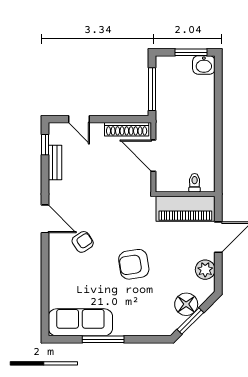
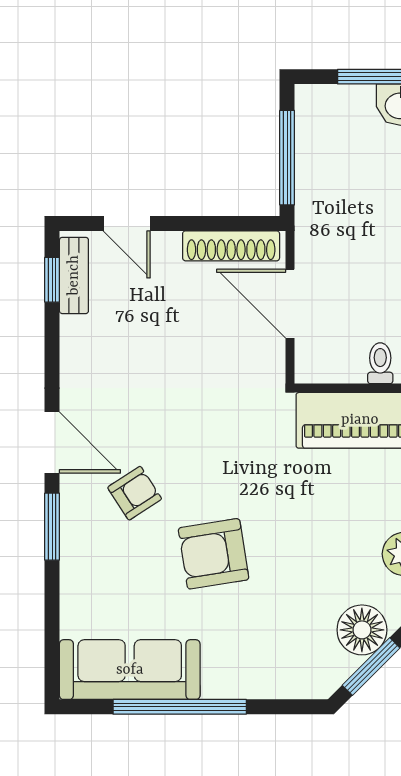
bench: (55, 163) -> (74, 275), moved
window: (45, 257) -> (52, 527), added
armchair: (134, 264) -> (214, 554), moved
window: (103, 339) -> (180, 707), width x1.46

